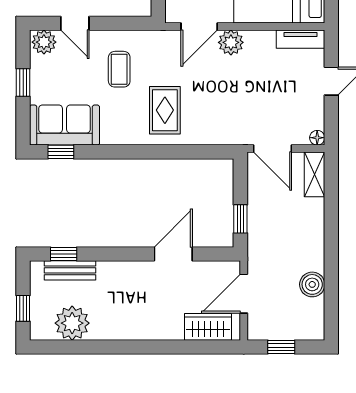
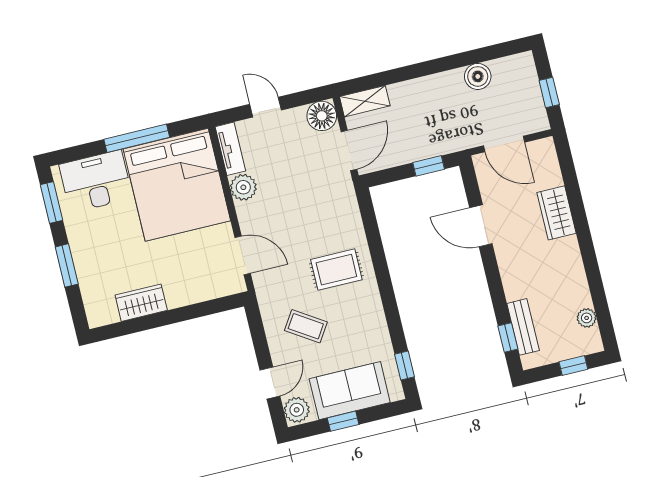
plant: (231, 42) -> (243, 187), moved
coffee table: (119, 69) -> (306, 326), turned 33
sofa: (65, 125) -> (350, 391), moved, turned 90
floor lamp: (317, 138) -> (322, 116), width x1.89, depth x1.89
plant: (72, 323) -> (587, 318), width x0.53, depth x0.53
wardrobe: (208, 327) -> (556, 213), moved

